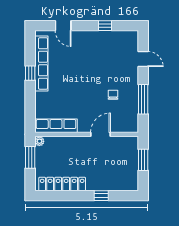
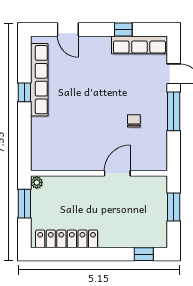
window: (143, 99) -> (174, 111), moved
row of seats: (56, 126) -> (139, 45), moved, turned 180
window: (101, 196) -> (144, 254), moved

